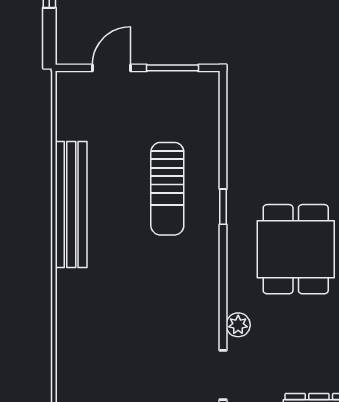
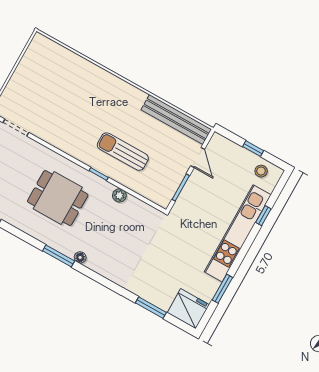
bench: (71, 205) -> (176, 119), moved
plant: (238, 325) -> (119, 195), moved

